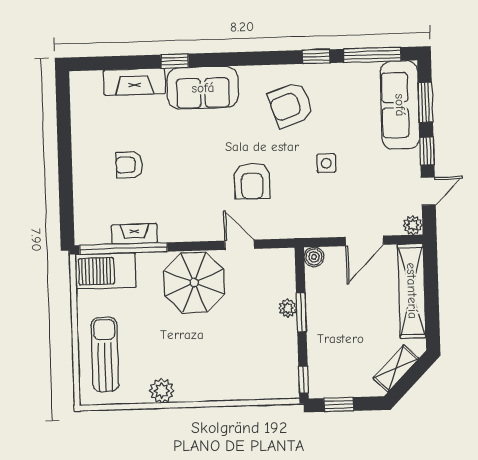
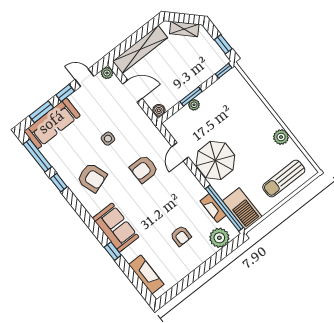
fireplace: (134, 82) -> (146, 274), moved
armchair: (252, 181) -> (144, 169), turned 180
plant: (90, 213) -> (219, 238), added

